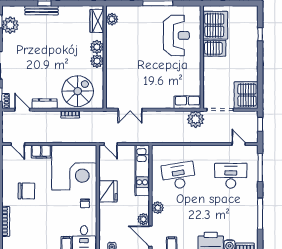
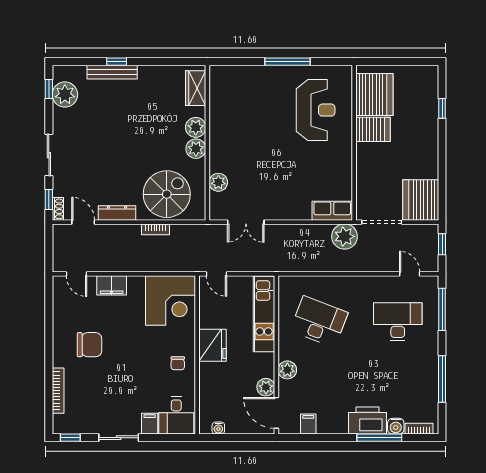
plant: (112, 19) -> (218, 182), moved
corner desk: (74, 168) -> (171, 300), width x0.74, depth x0.74
desk: (179, 176) -> (319, 322), turned 30

